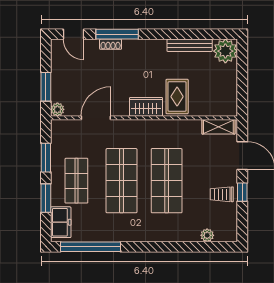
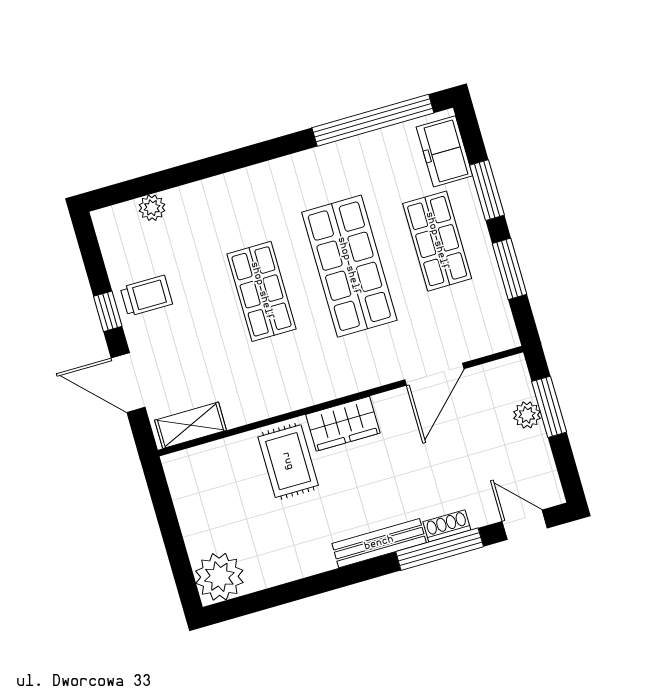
bench: (190, 45) -> (379, 543), moved
plant: (57, 109) -> (527, 415), moved
shop shelf: (167, 181) -> (262, 291), width x0.70, depth x0.74

